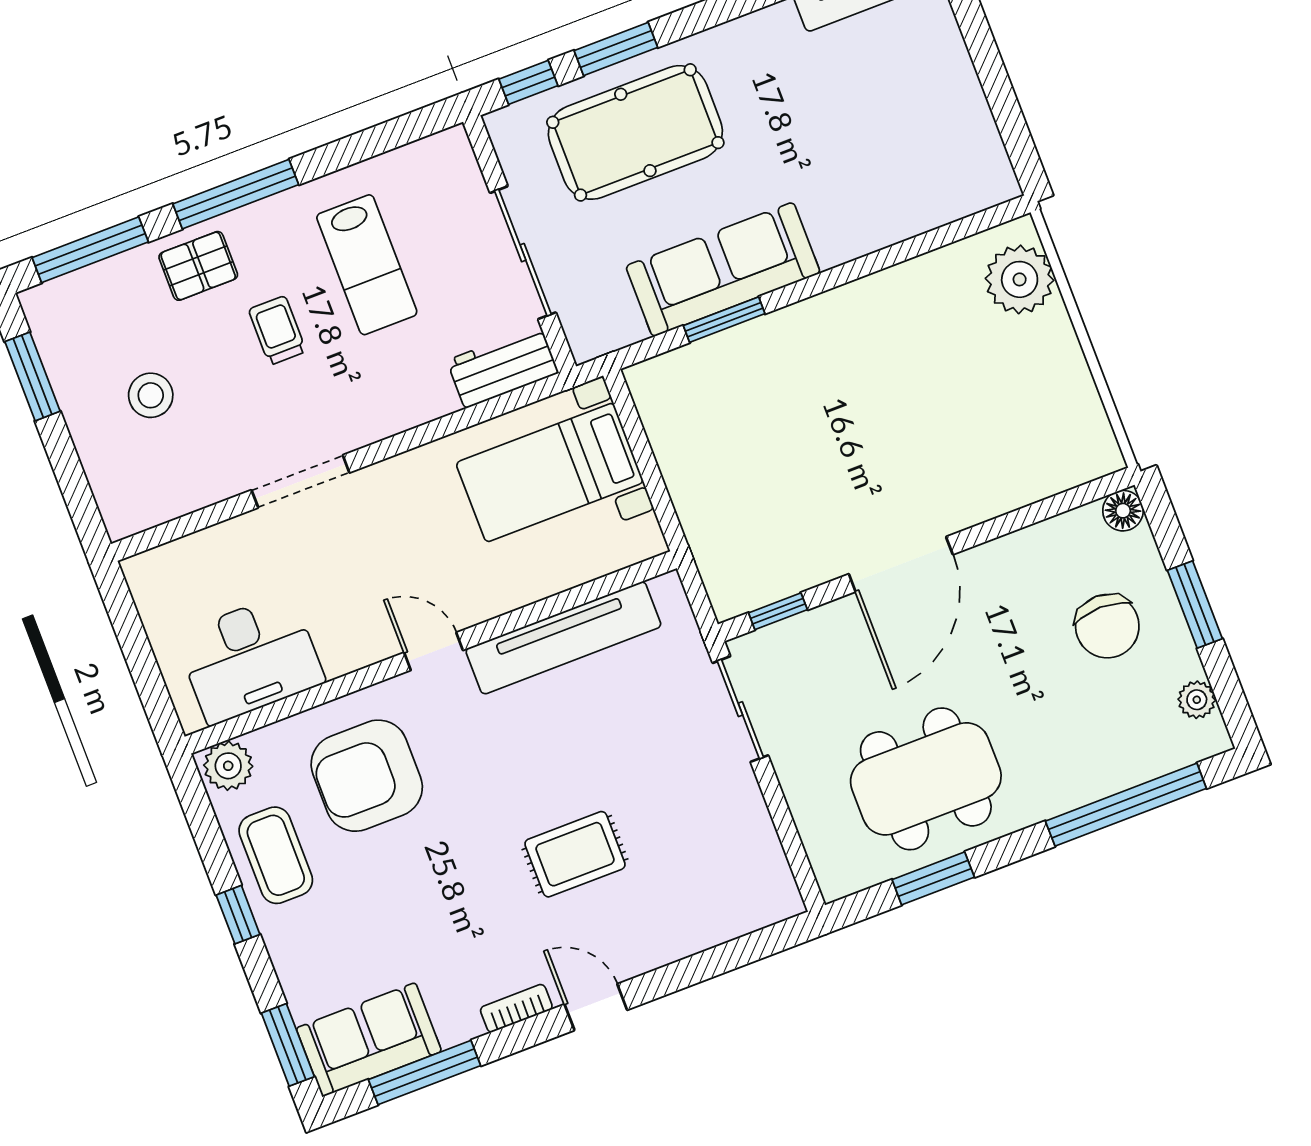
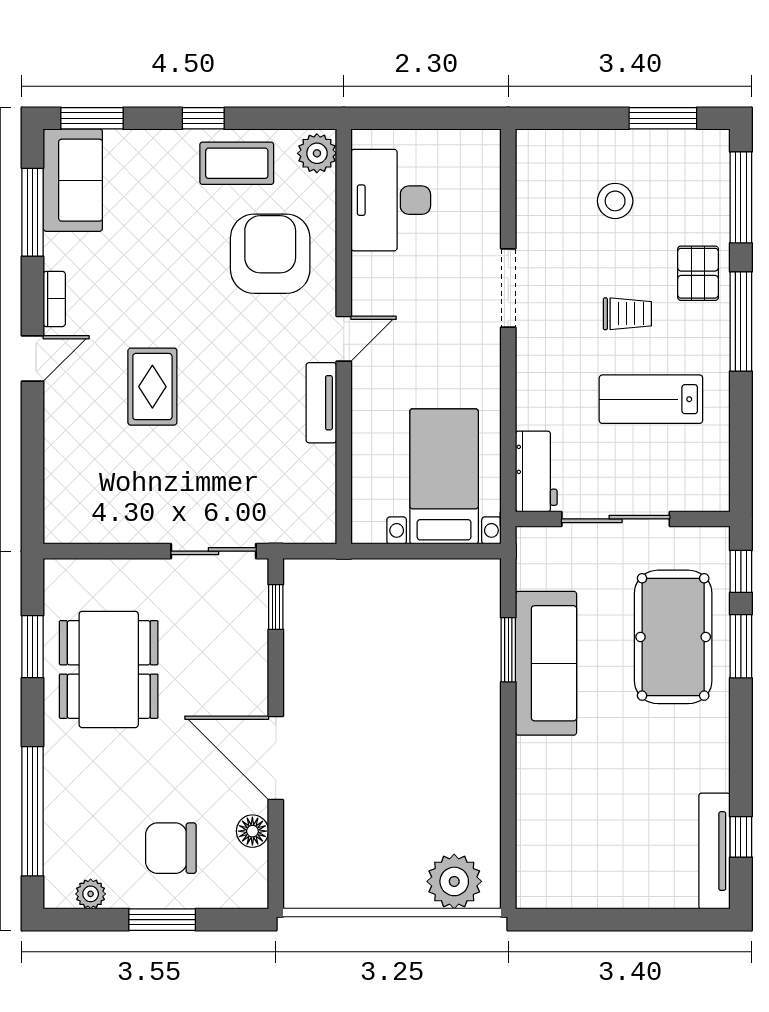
floor lamp: (1123, 511) -> (252, 831), moved
door: (901, 564) -> (276, 758), moved
tv unit: (563, 638) -> (321, 403), width x0.52, depth x0.78

